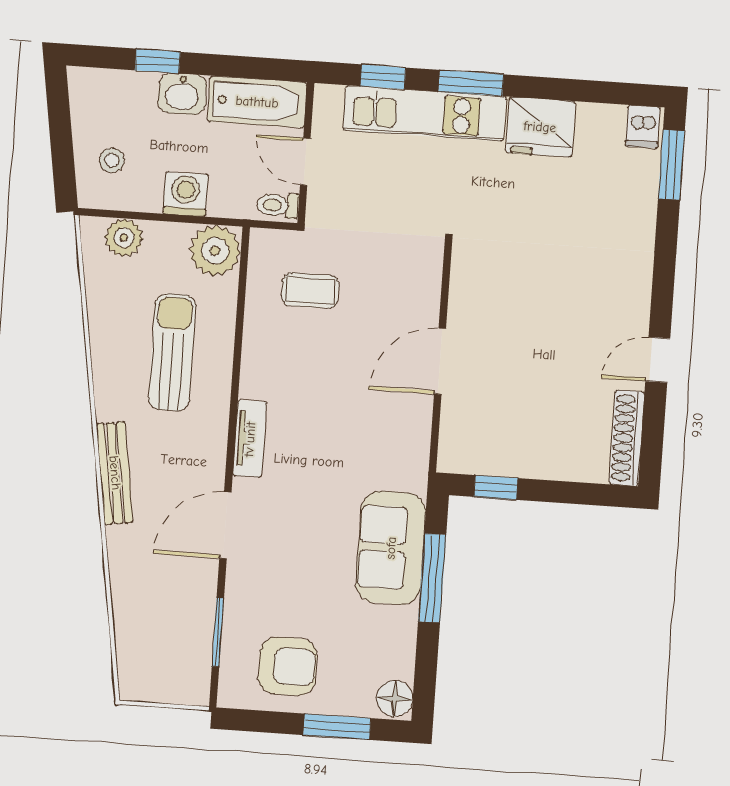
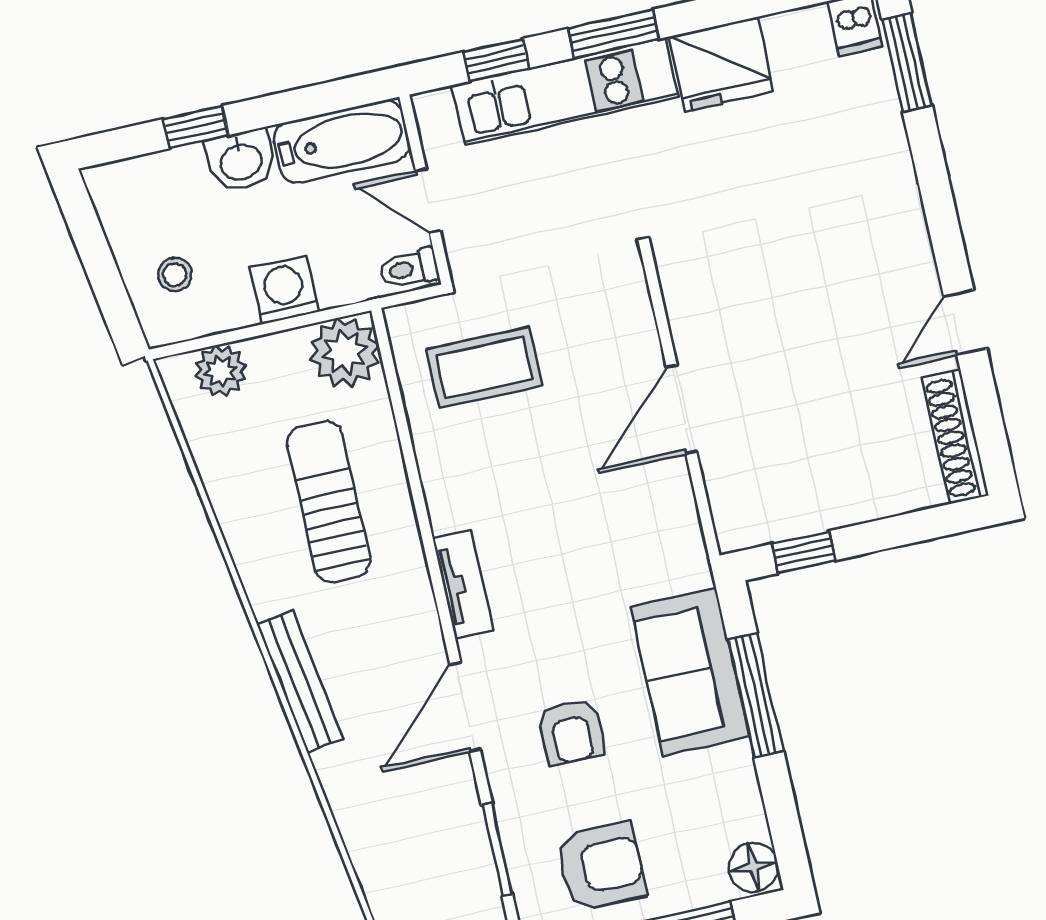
coffee table: (310, 291) -> (484, 367), width x1.36, depth x1.30
armchair: (295, 565) -> (571, 732), added

